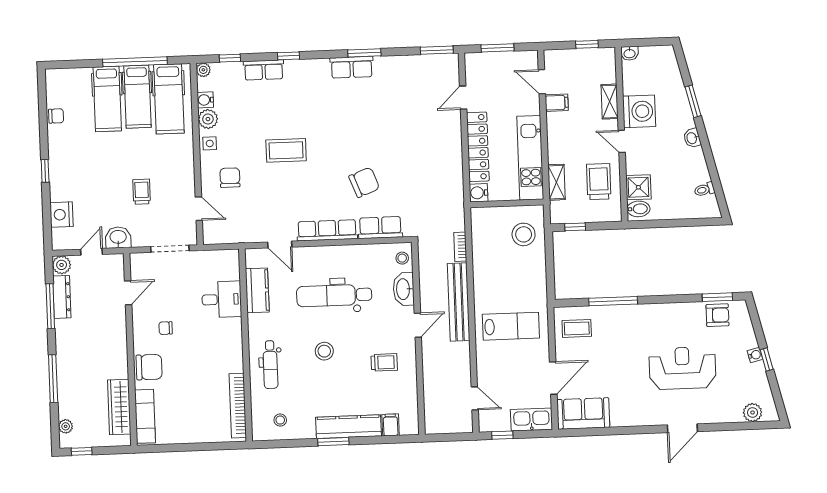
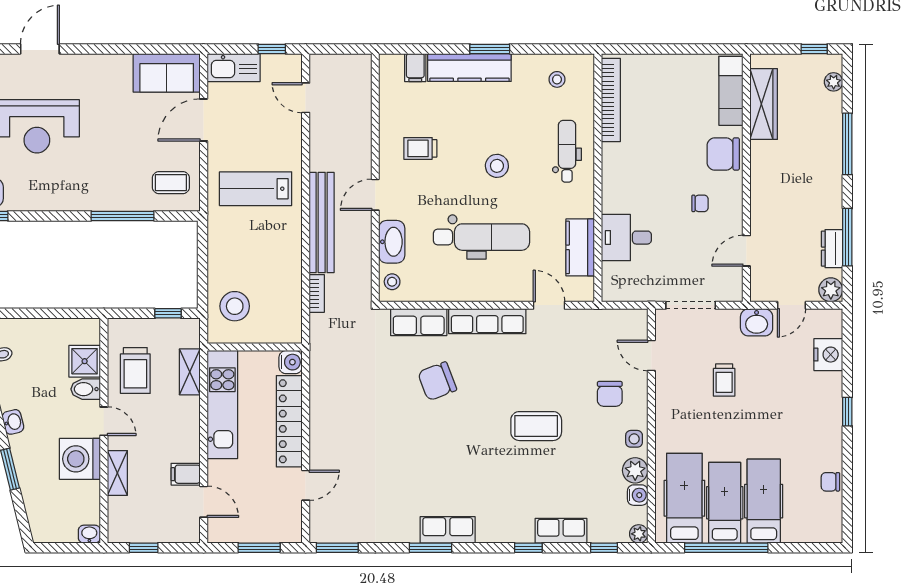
bidet: (638, 209) -> (86, 389), moved
dresser: (62, 297) -> (832, 249), width x0.70

